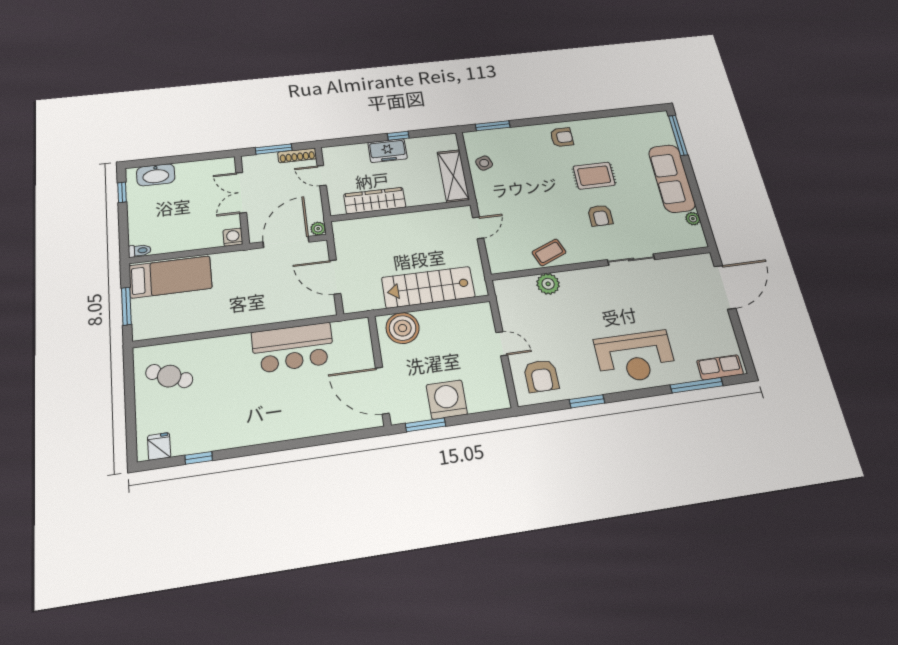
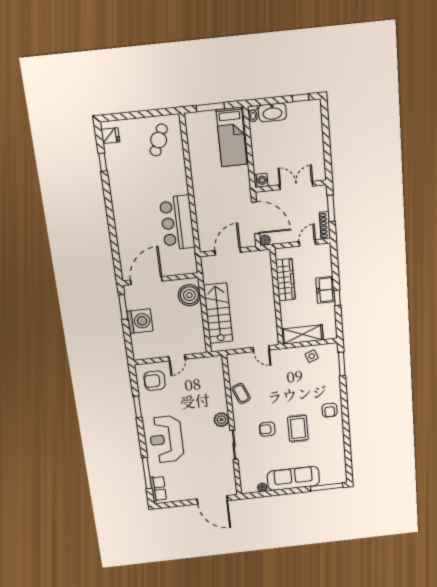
washbasin: (156, 175) -> (272, 112), moved, turned -90
plant: (548, 284) -> (221, 420), moved

